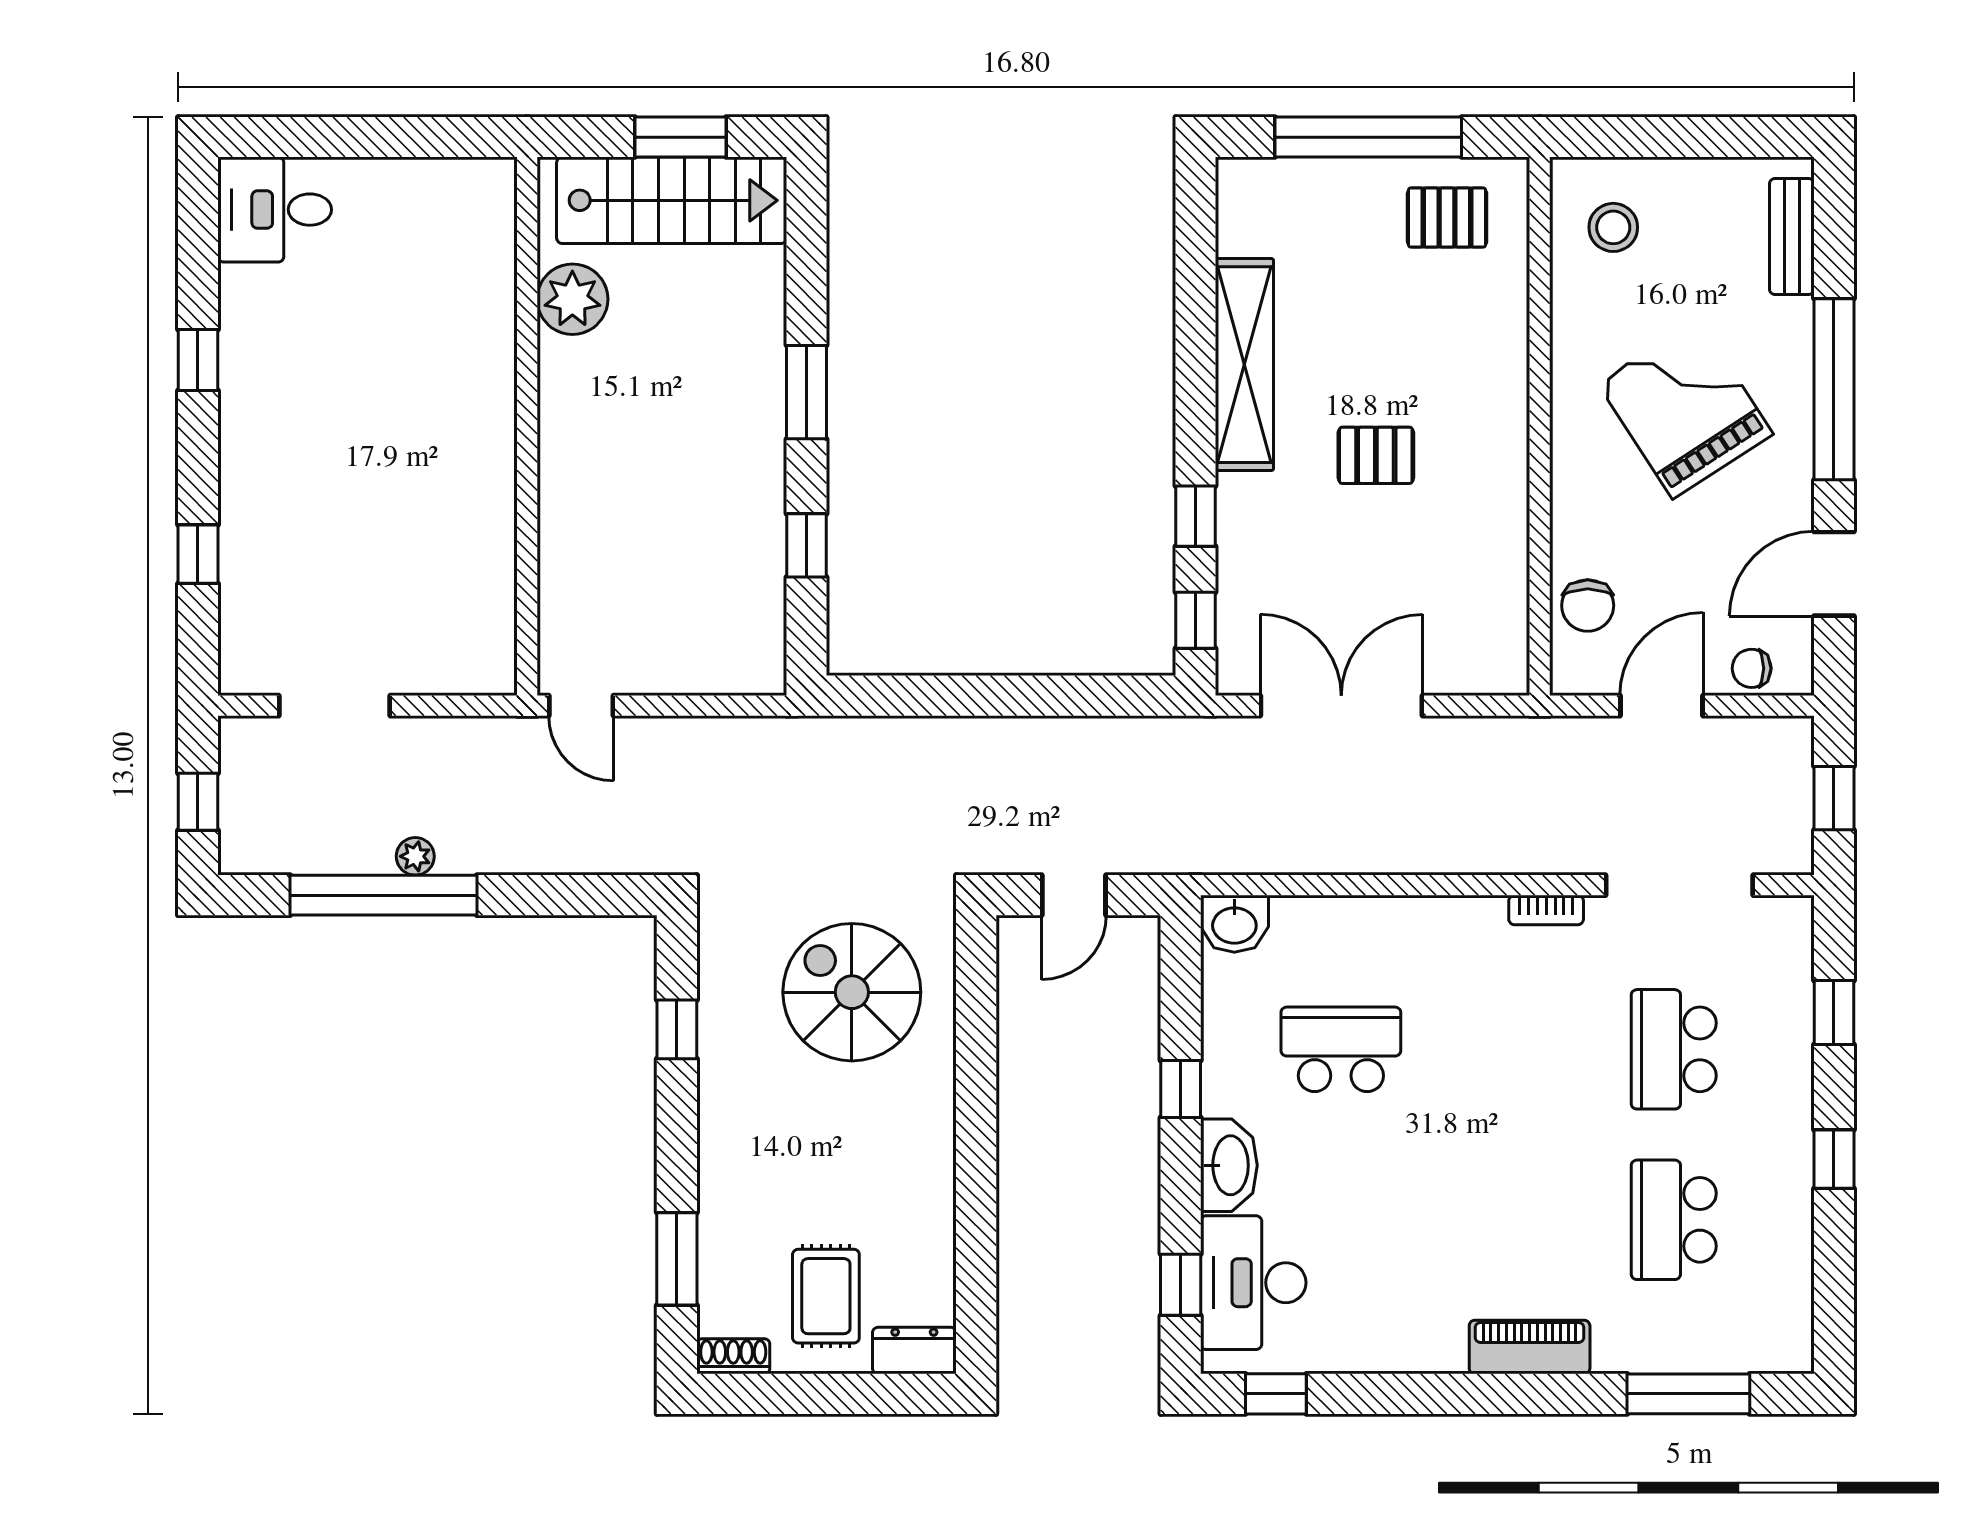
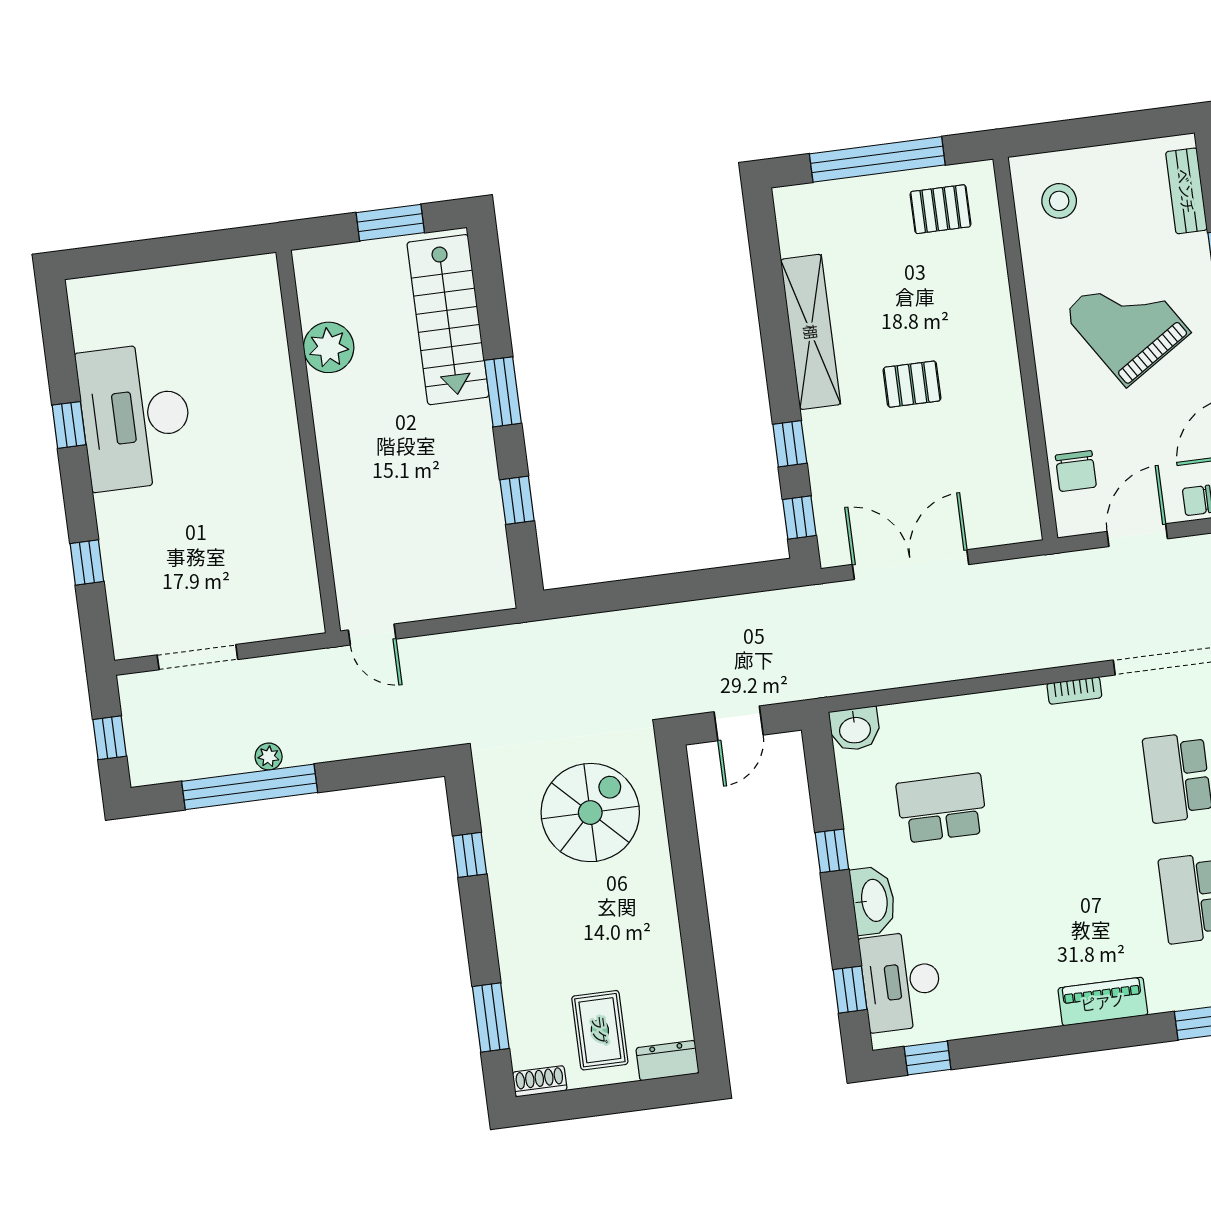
stairs: (672, 200) -> (448, 320), moved, turned 90
desk: (275, 210) -> (135, 417), moved, width x1.87, depth x1.30
spiral stairs: (852, 992) -> (590, 813), turned 90

